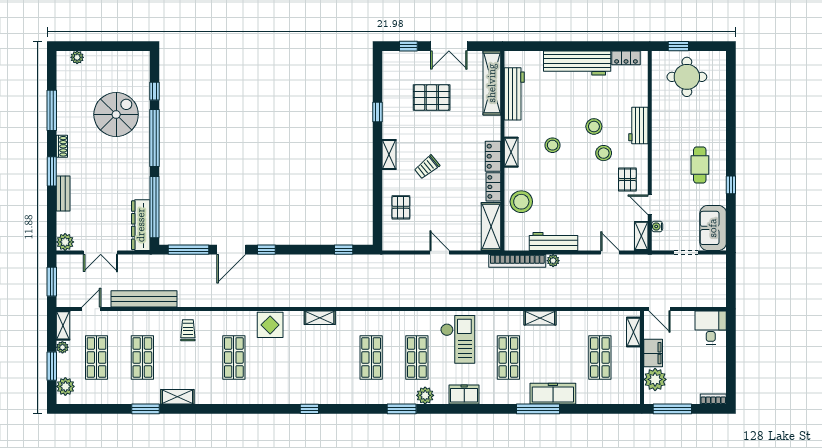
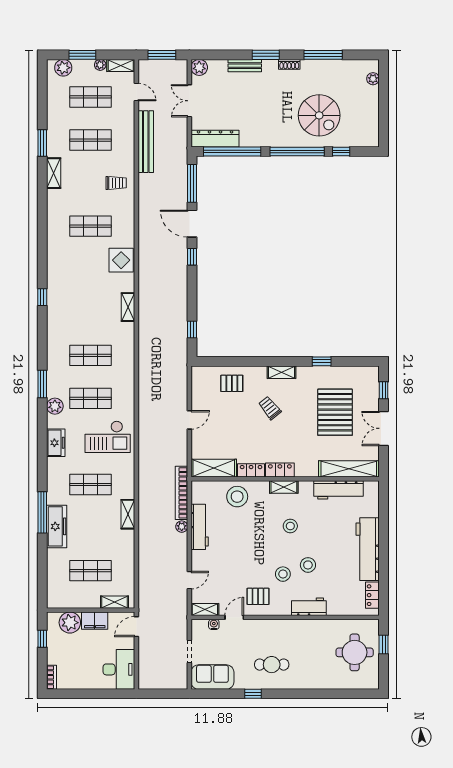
pallet: (432, 98) -> (335, 412), width x1.37, depth x1.41
desk: (711, 327) -> (119, 669), width x1.37
window: (672, 409) -> (42, 639), width x0.46

